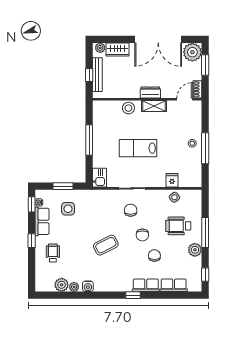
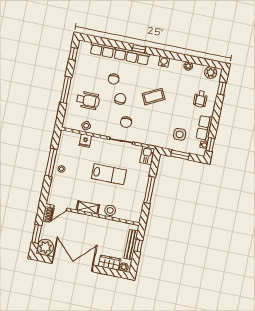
dresser: (150, 92) -> (89, 220), removed
window: (32, 241) -> (222, 88), moved
plant: (195, 250) -> (78, 77), removed
plant: (62, 285) -> (211, 73), moved
row of seats: (146, 285) -> (132, 56), width x1.48
water cooler: (88, 286) -> (164, 62), moved

